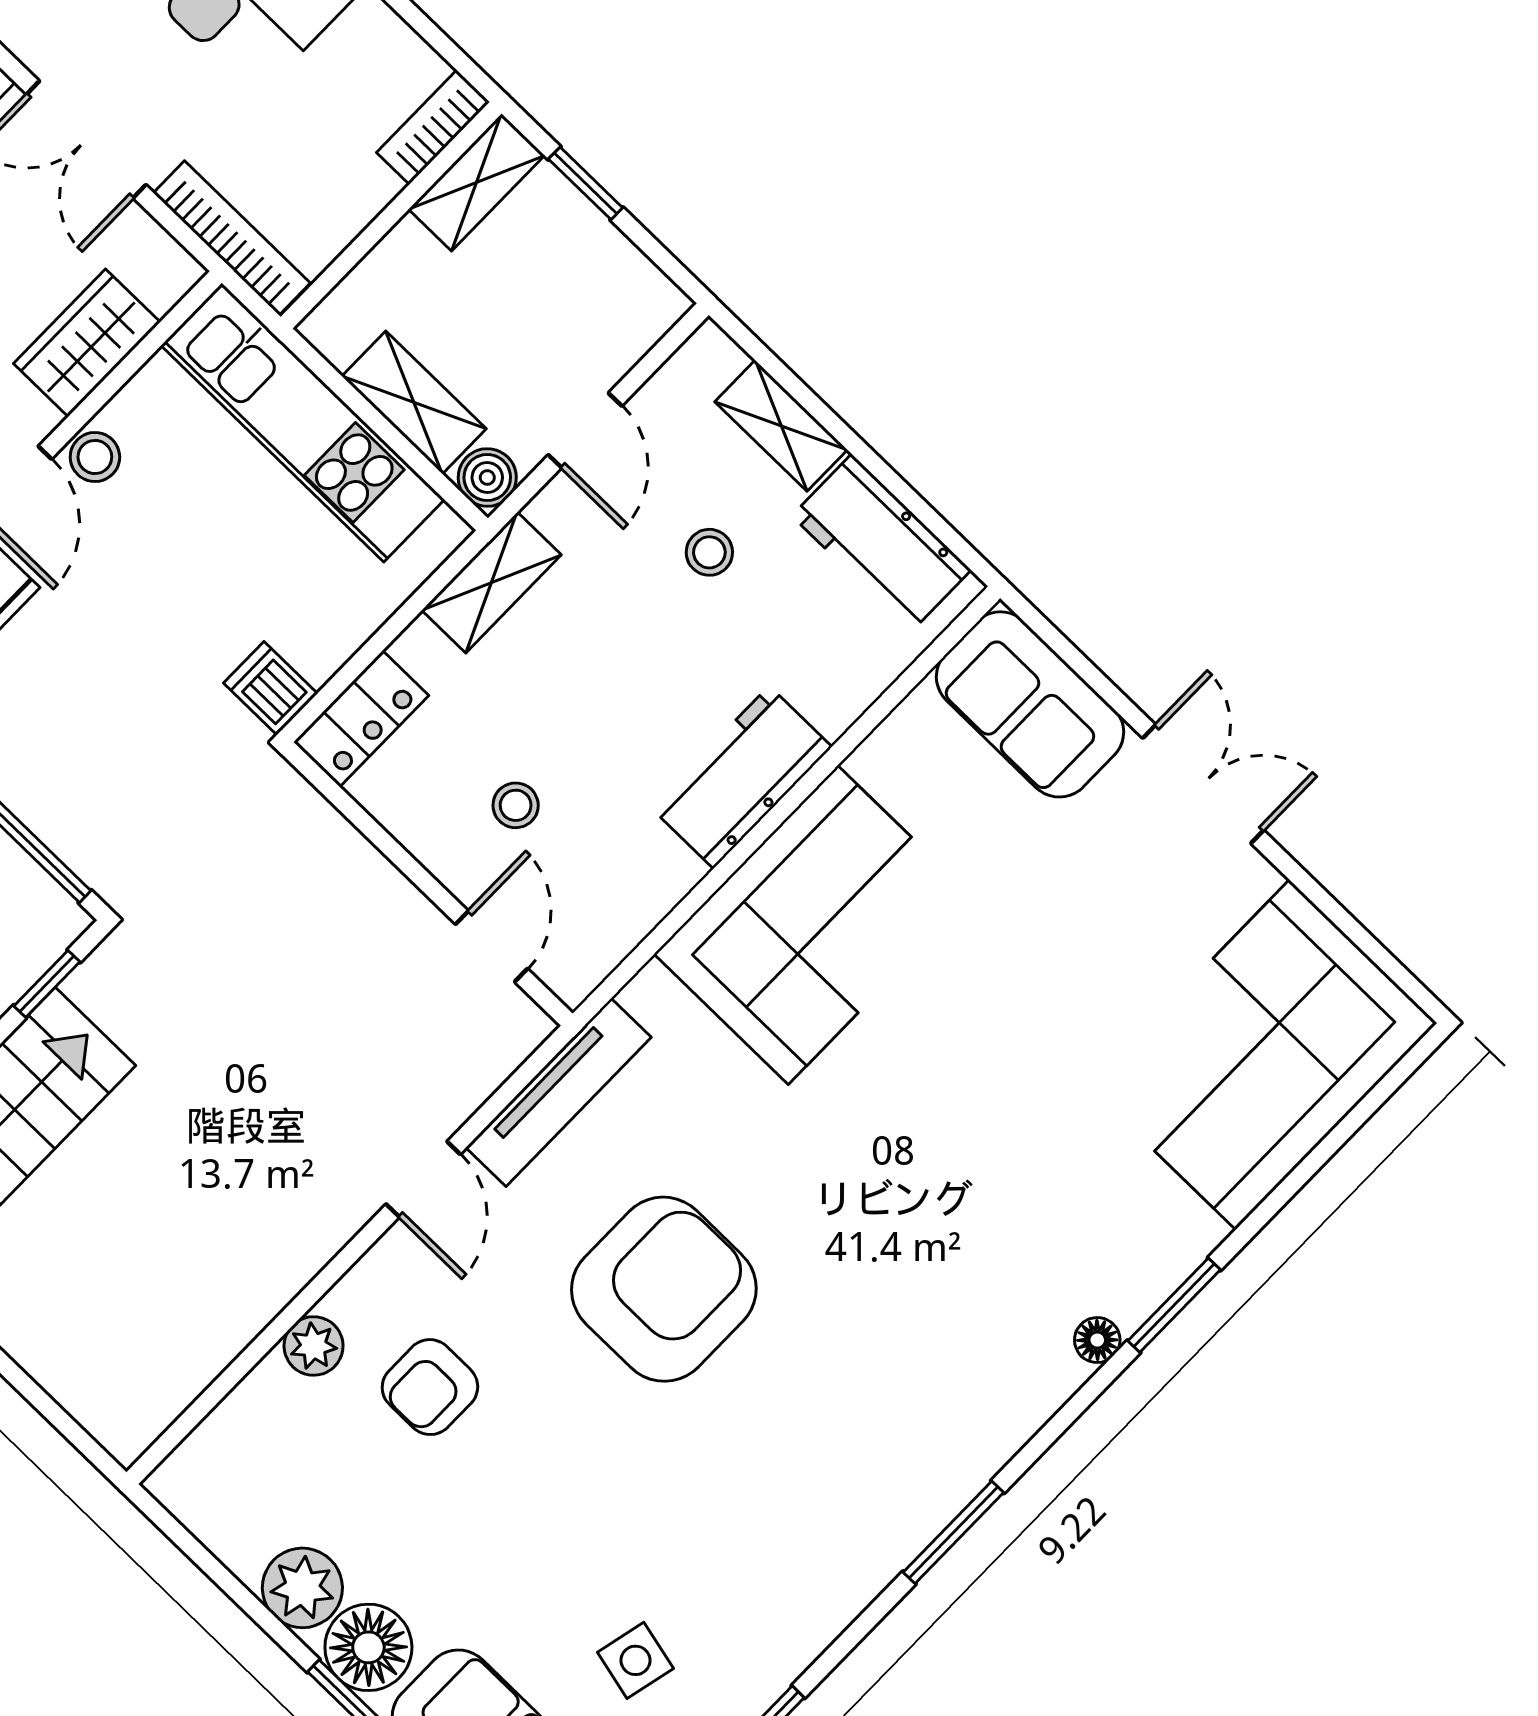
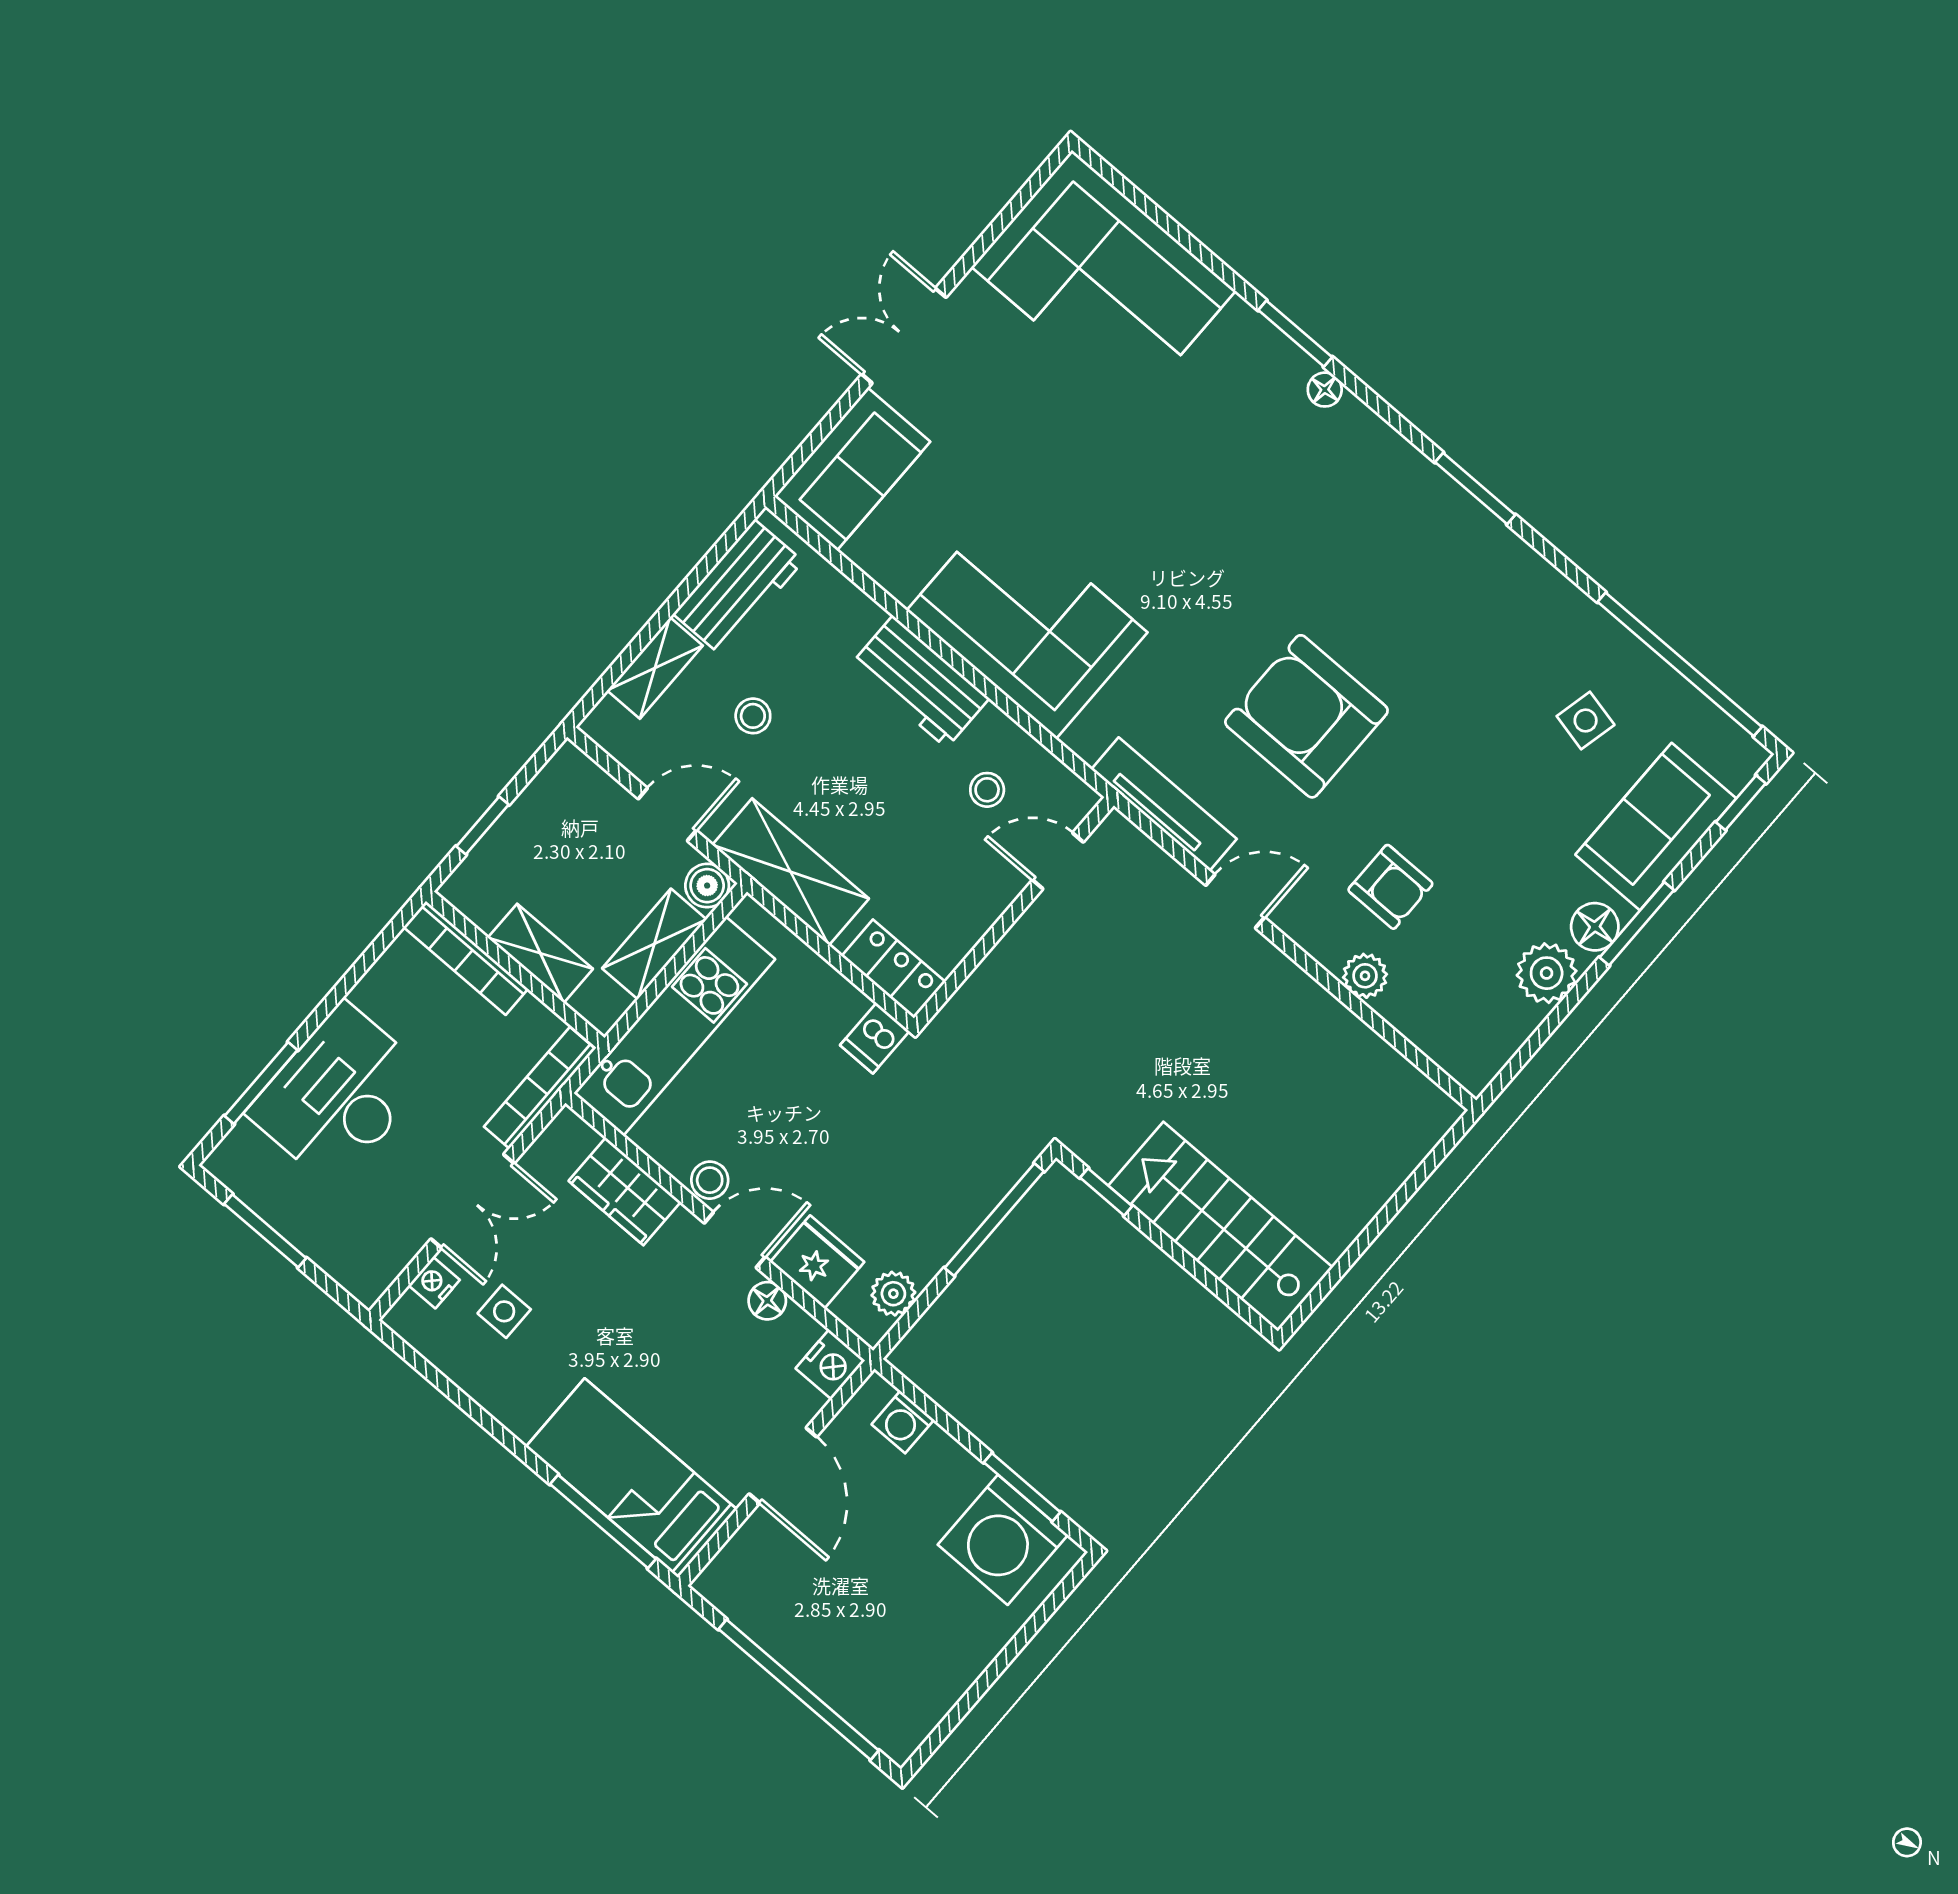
bookcase: (433, 127) -> (466, 958), width x1.56
shelving: (477, 182) -> (540, 953), moved
shelving: (492, 583) -> (791, 872), width x1.50, depth x1.33
stool: (516, 805) -> (987, 790), moved
floor lamp: (368, 1647) -> (1595, 927), width x0.73, depth x0.73

